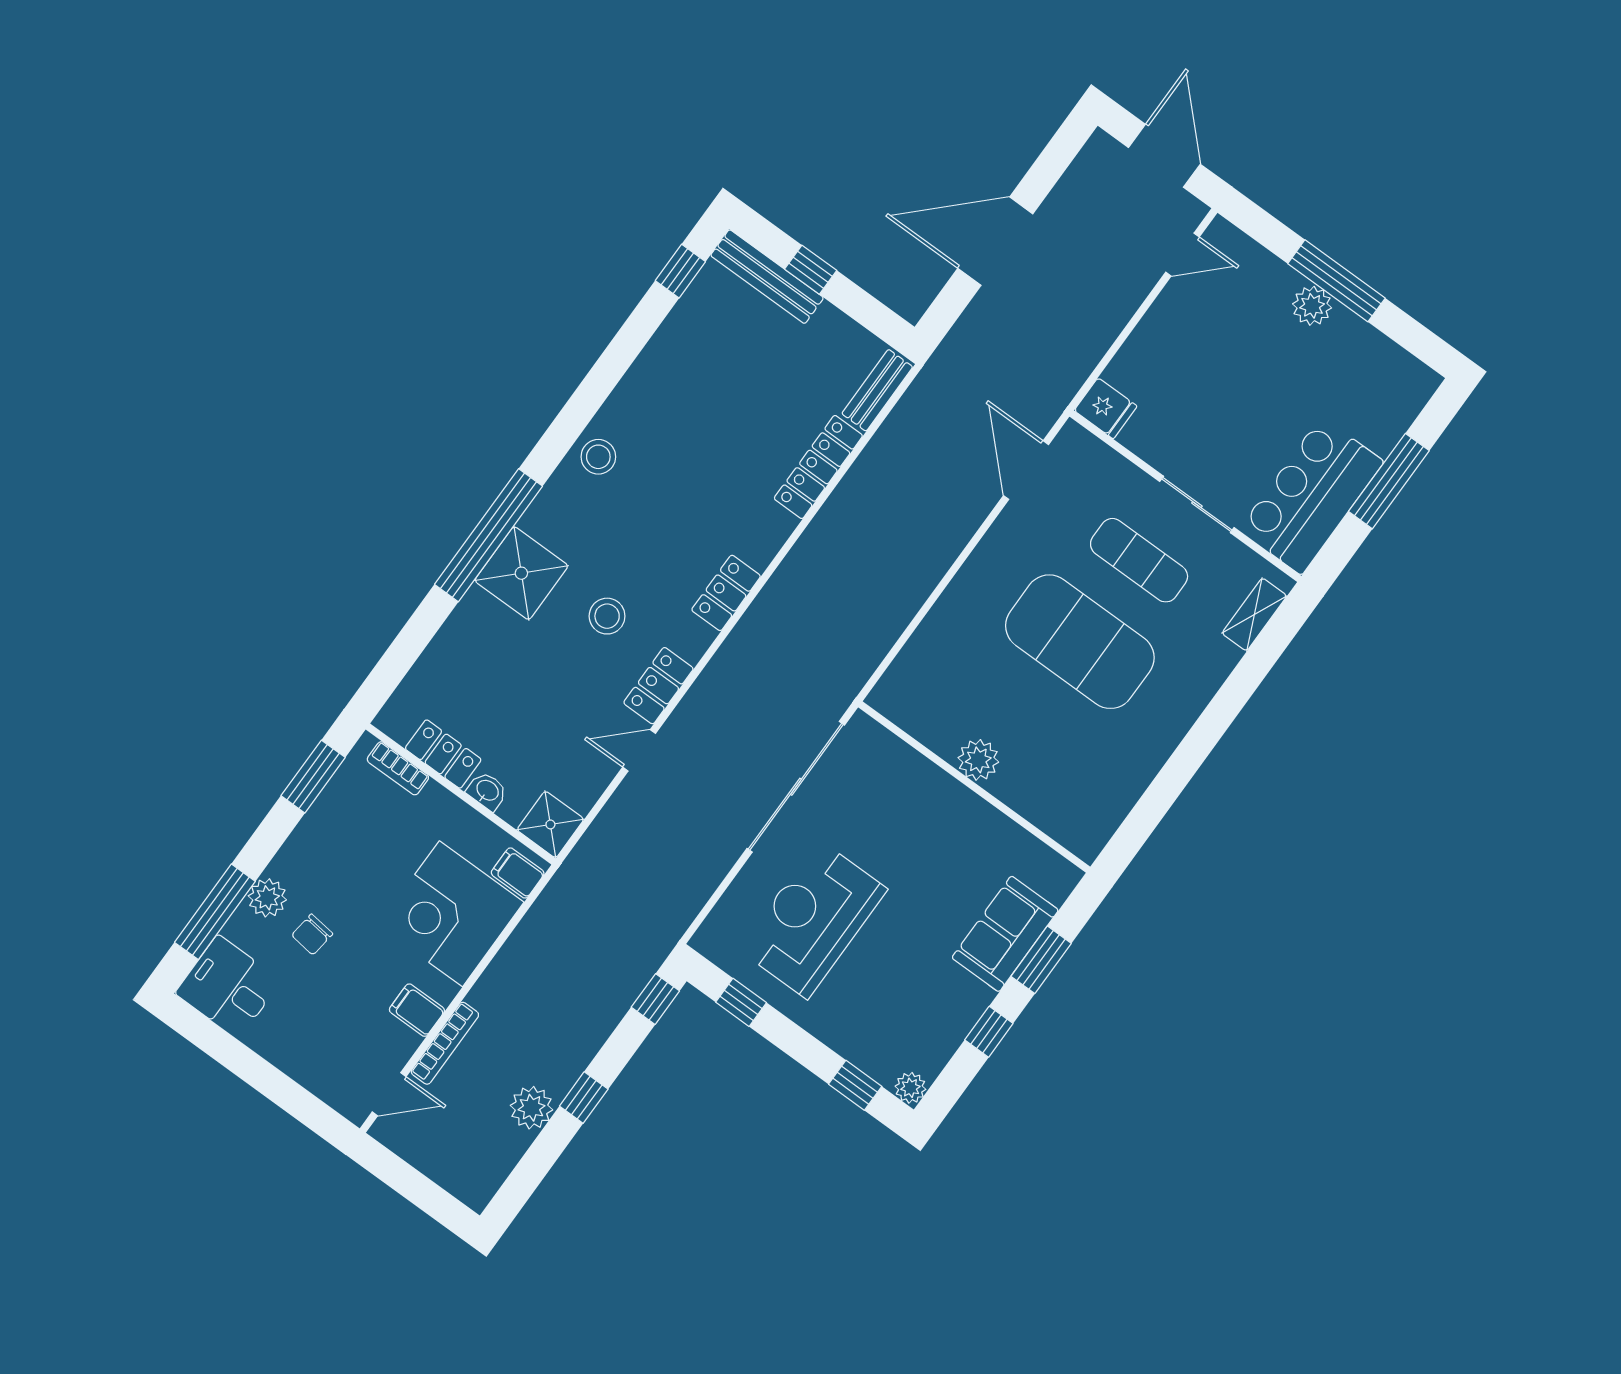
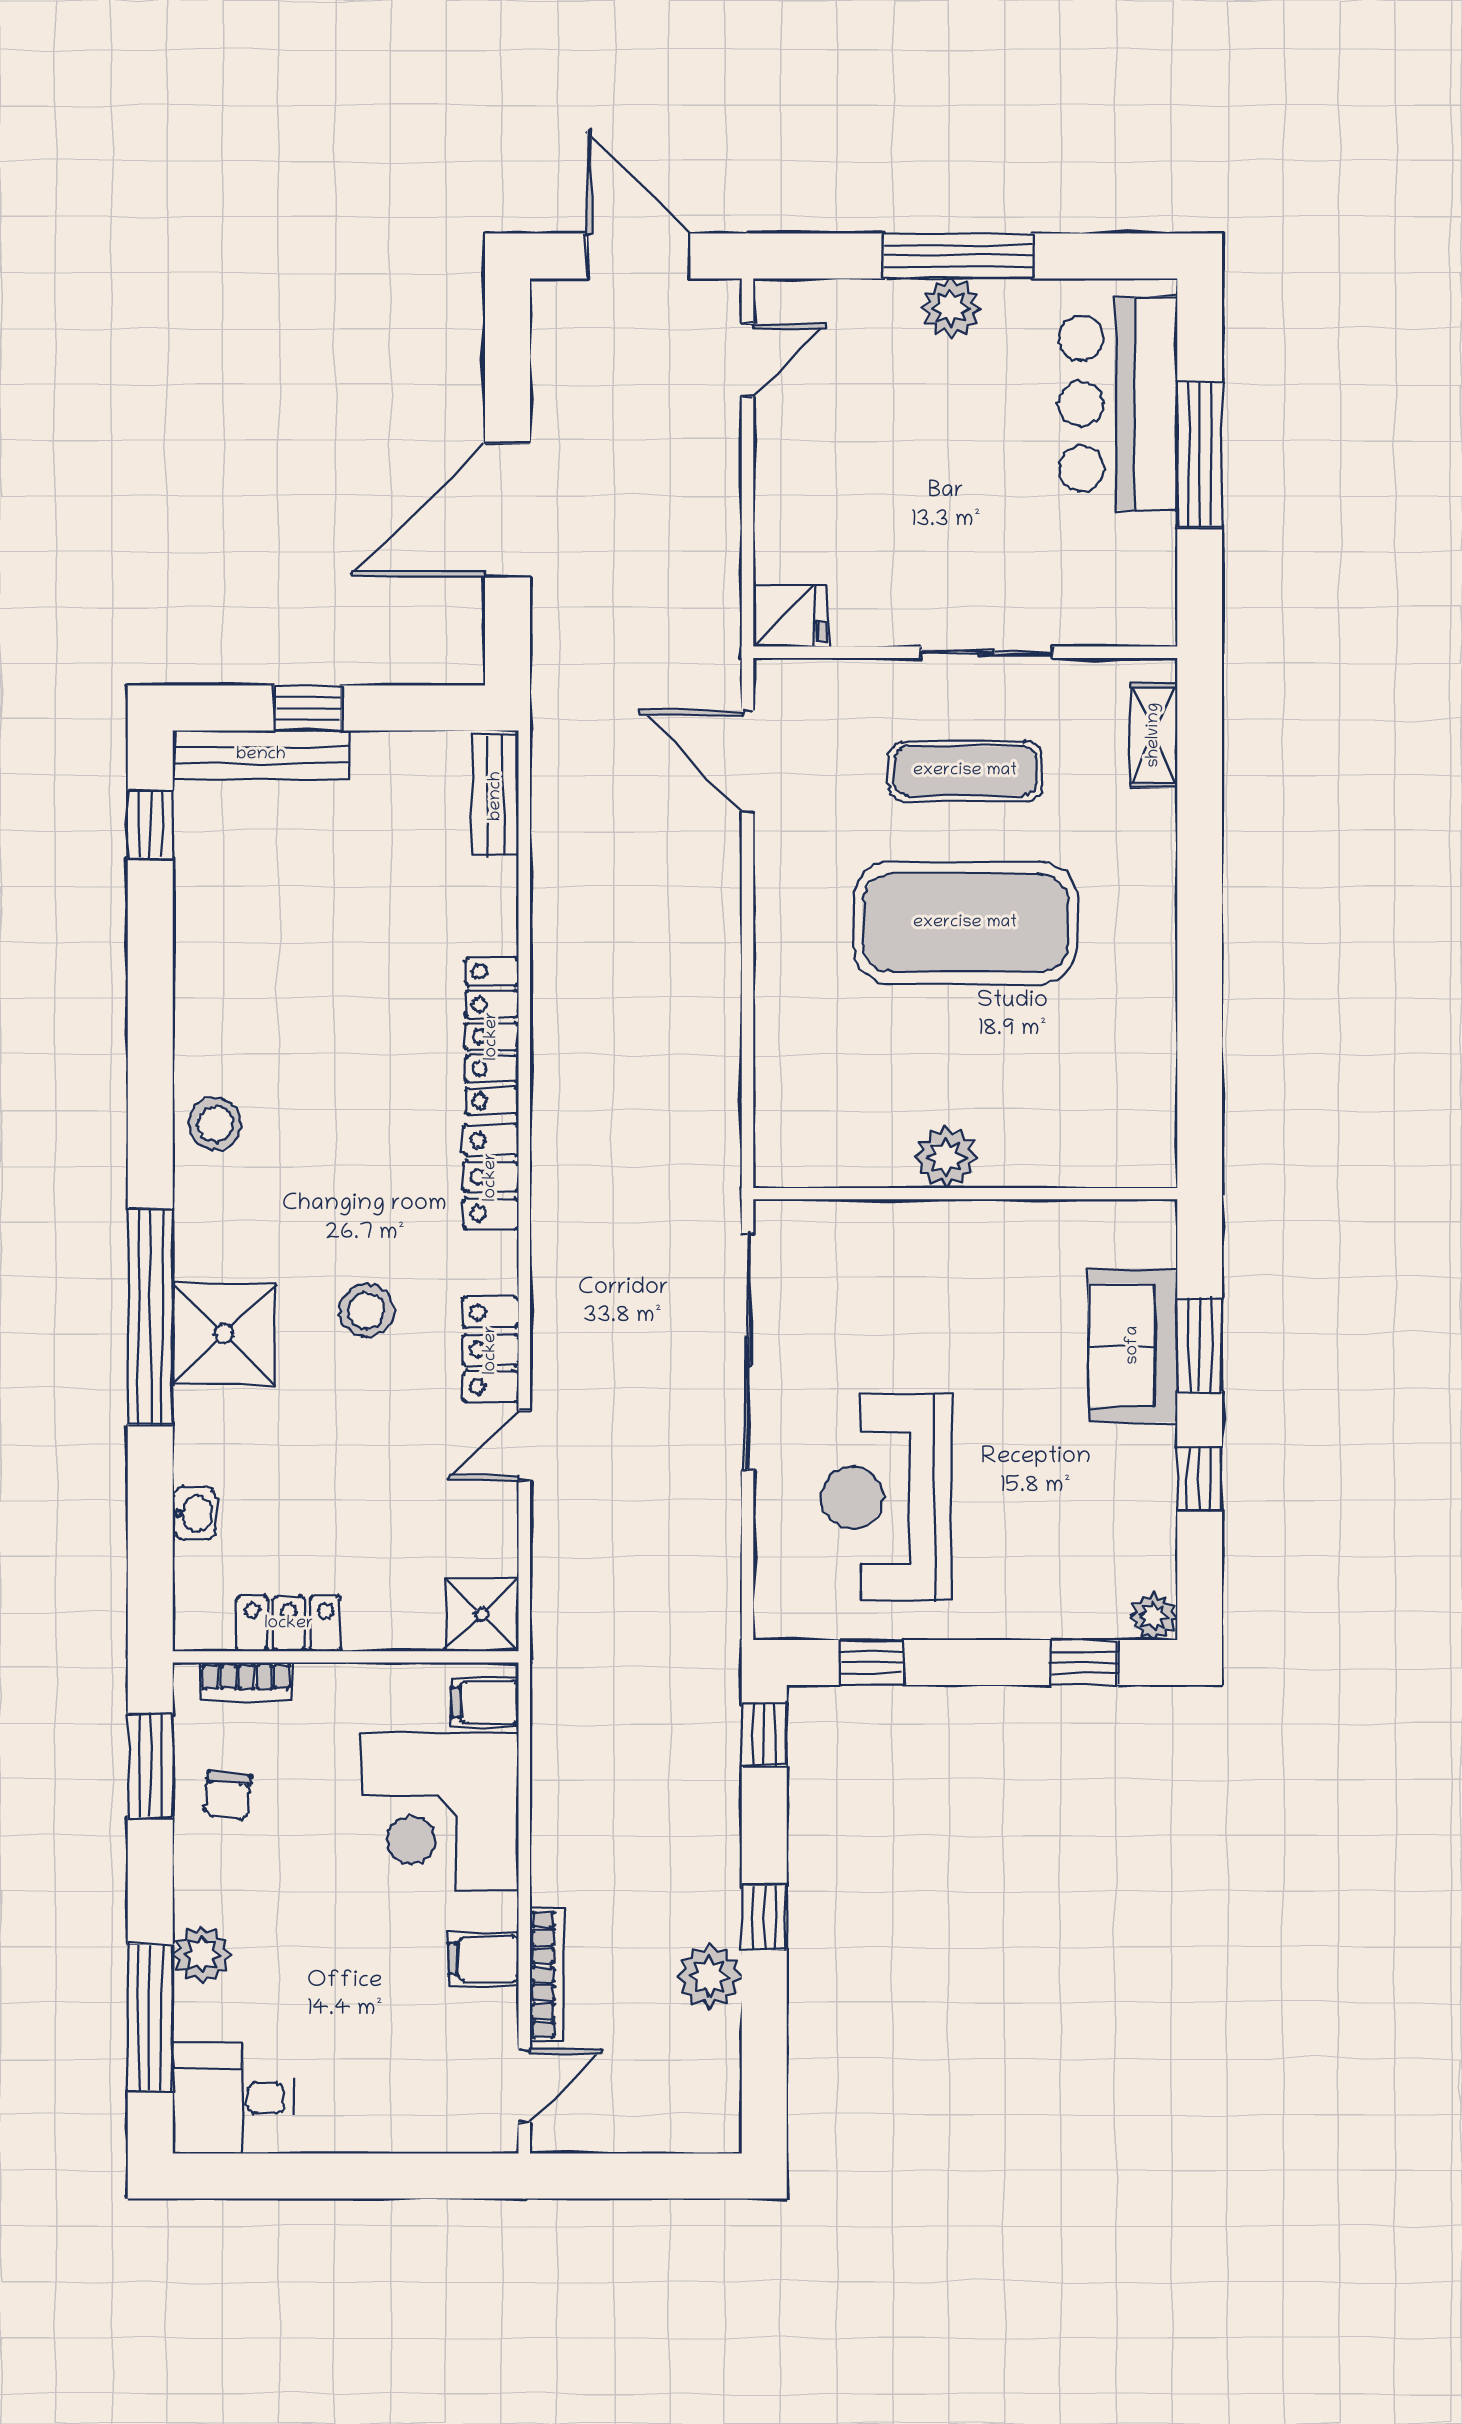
locker: (818, 467) -> (492, 1036), moved
bar counter: (1311, 496) -> (1118, 403), moved
washbasin: (487, 791) -> (194, 1513), moved, turned 90
chair: (312, 934) -> (227, 1795), moved

